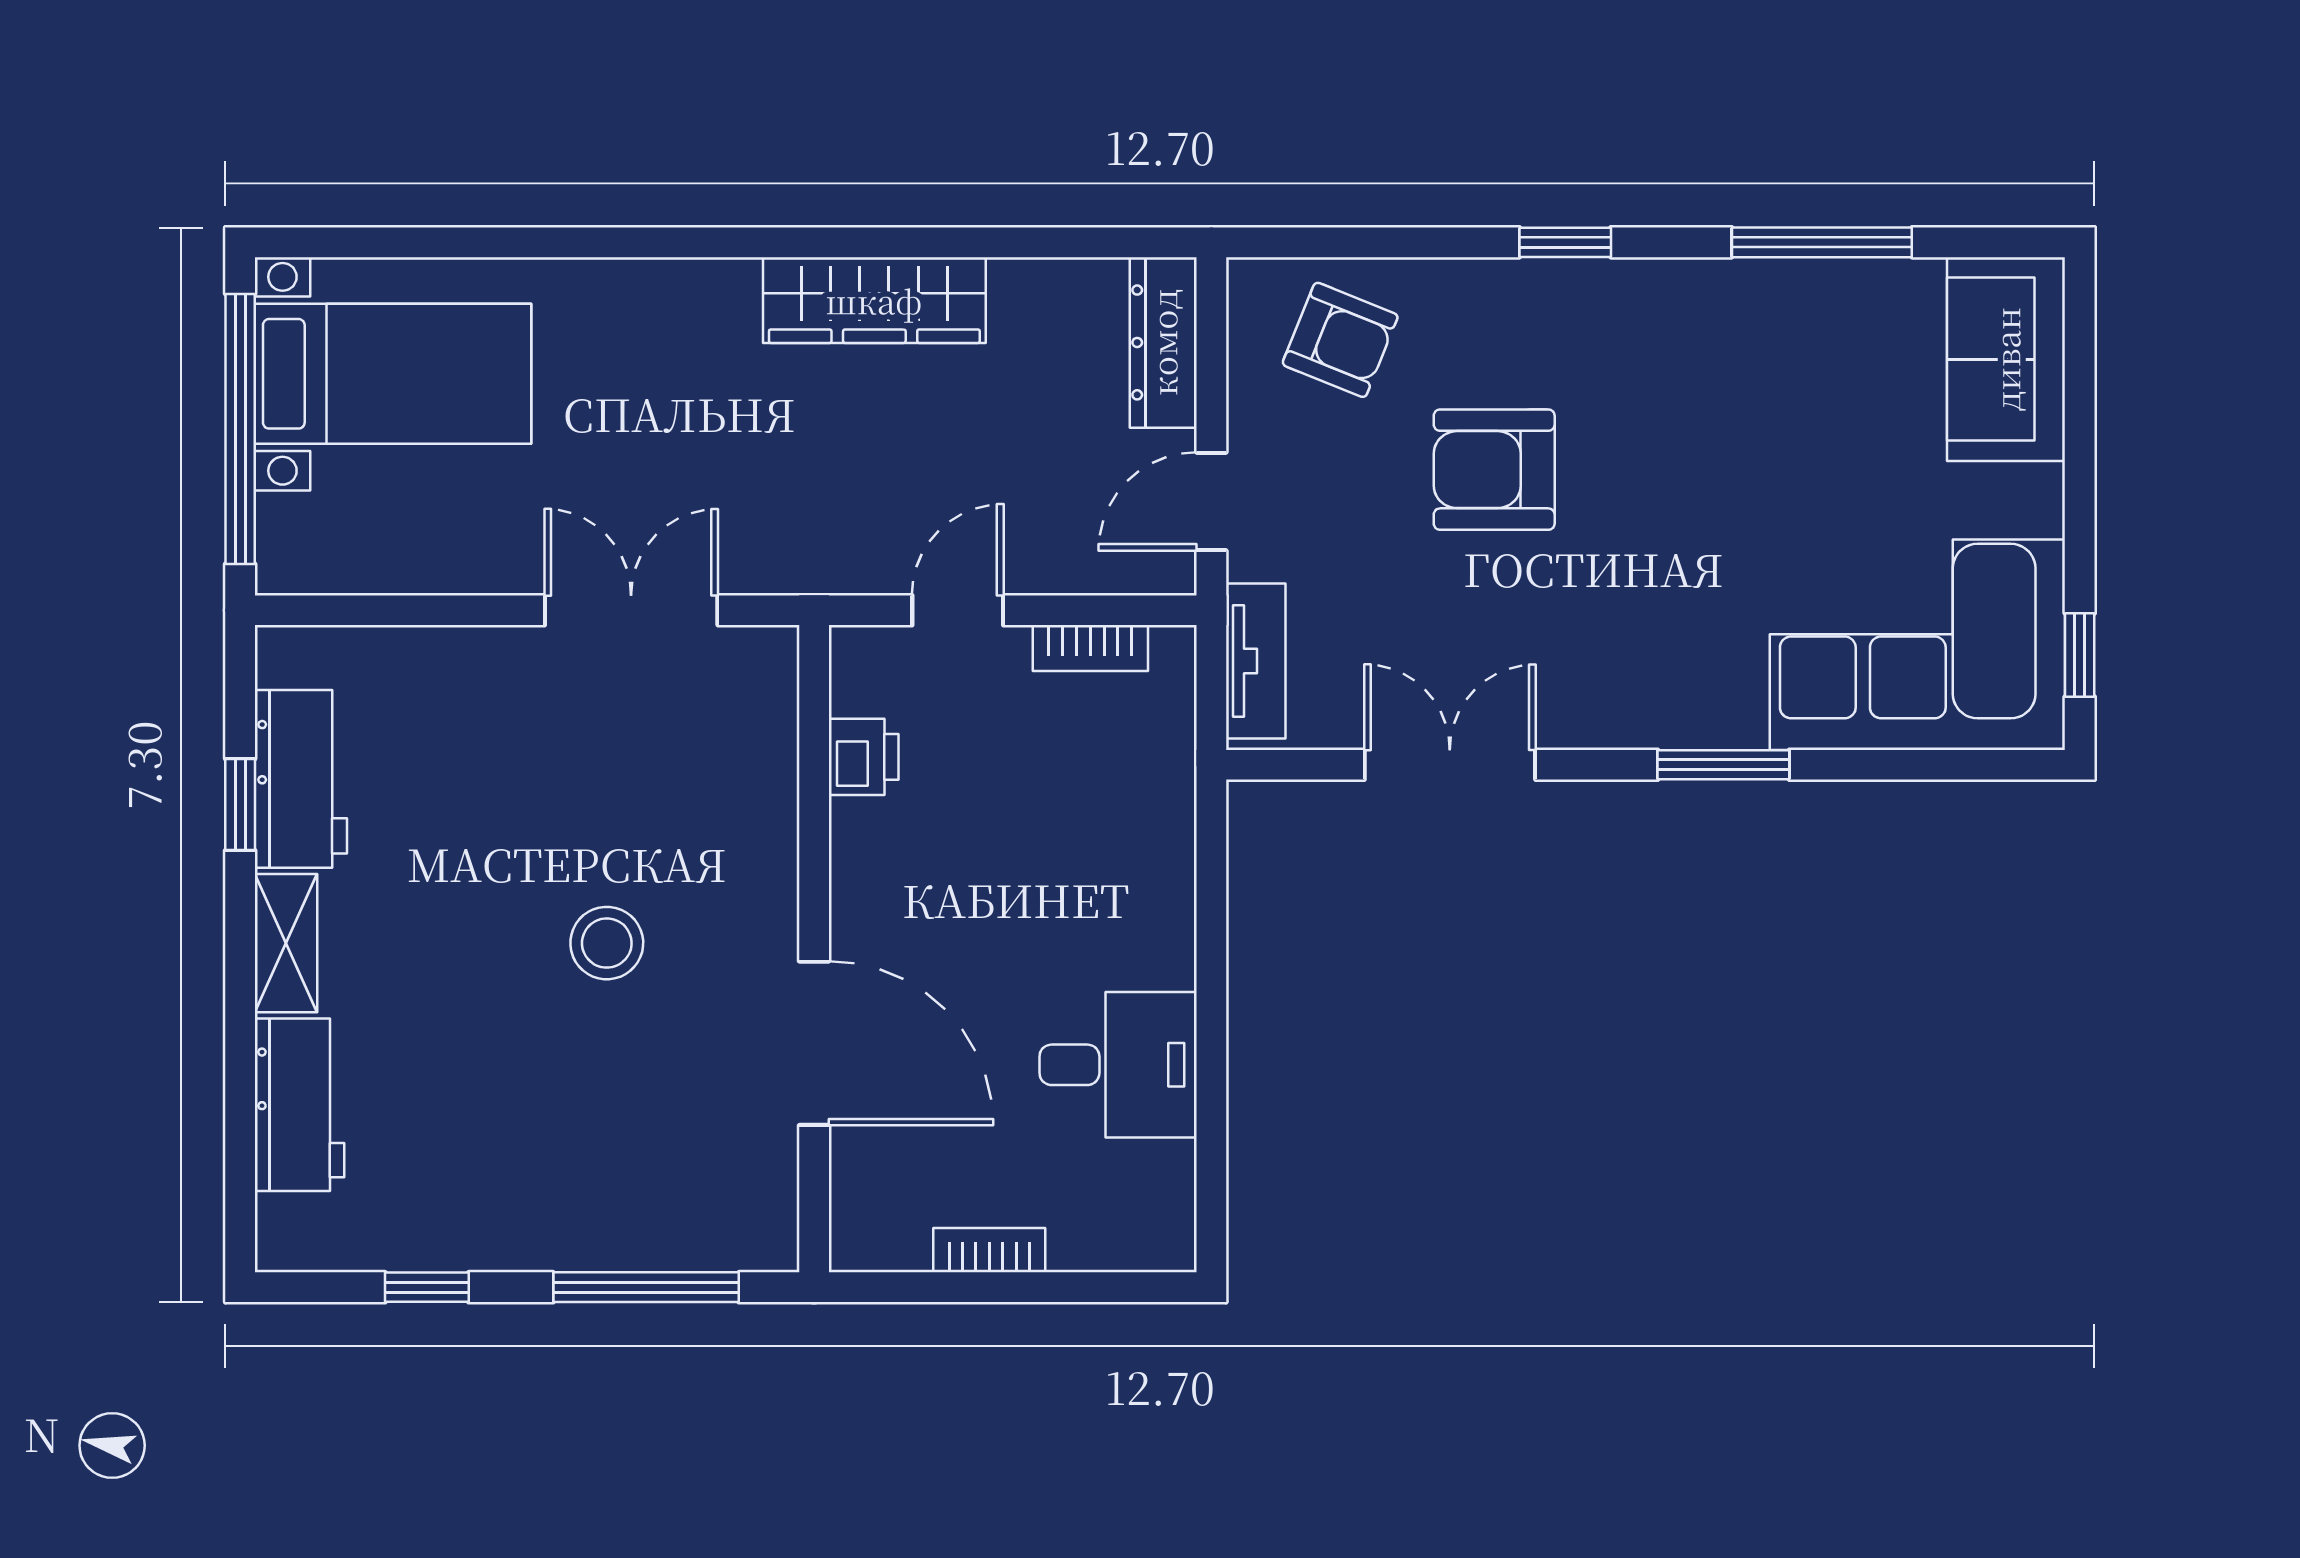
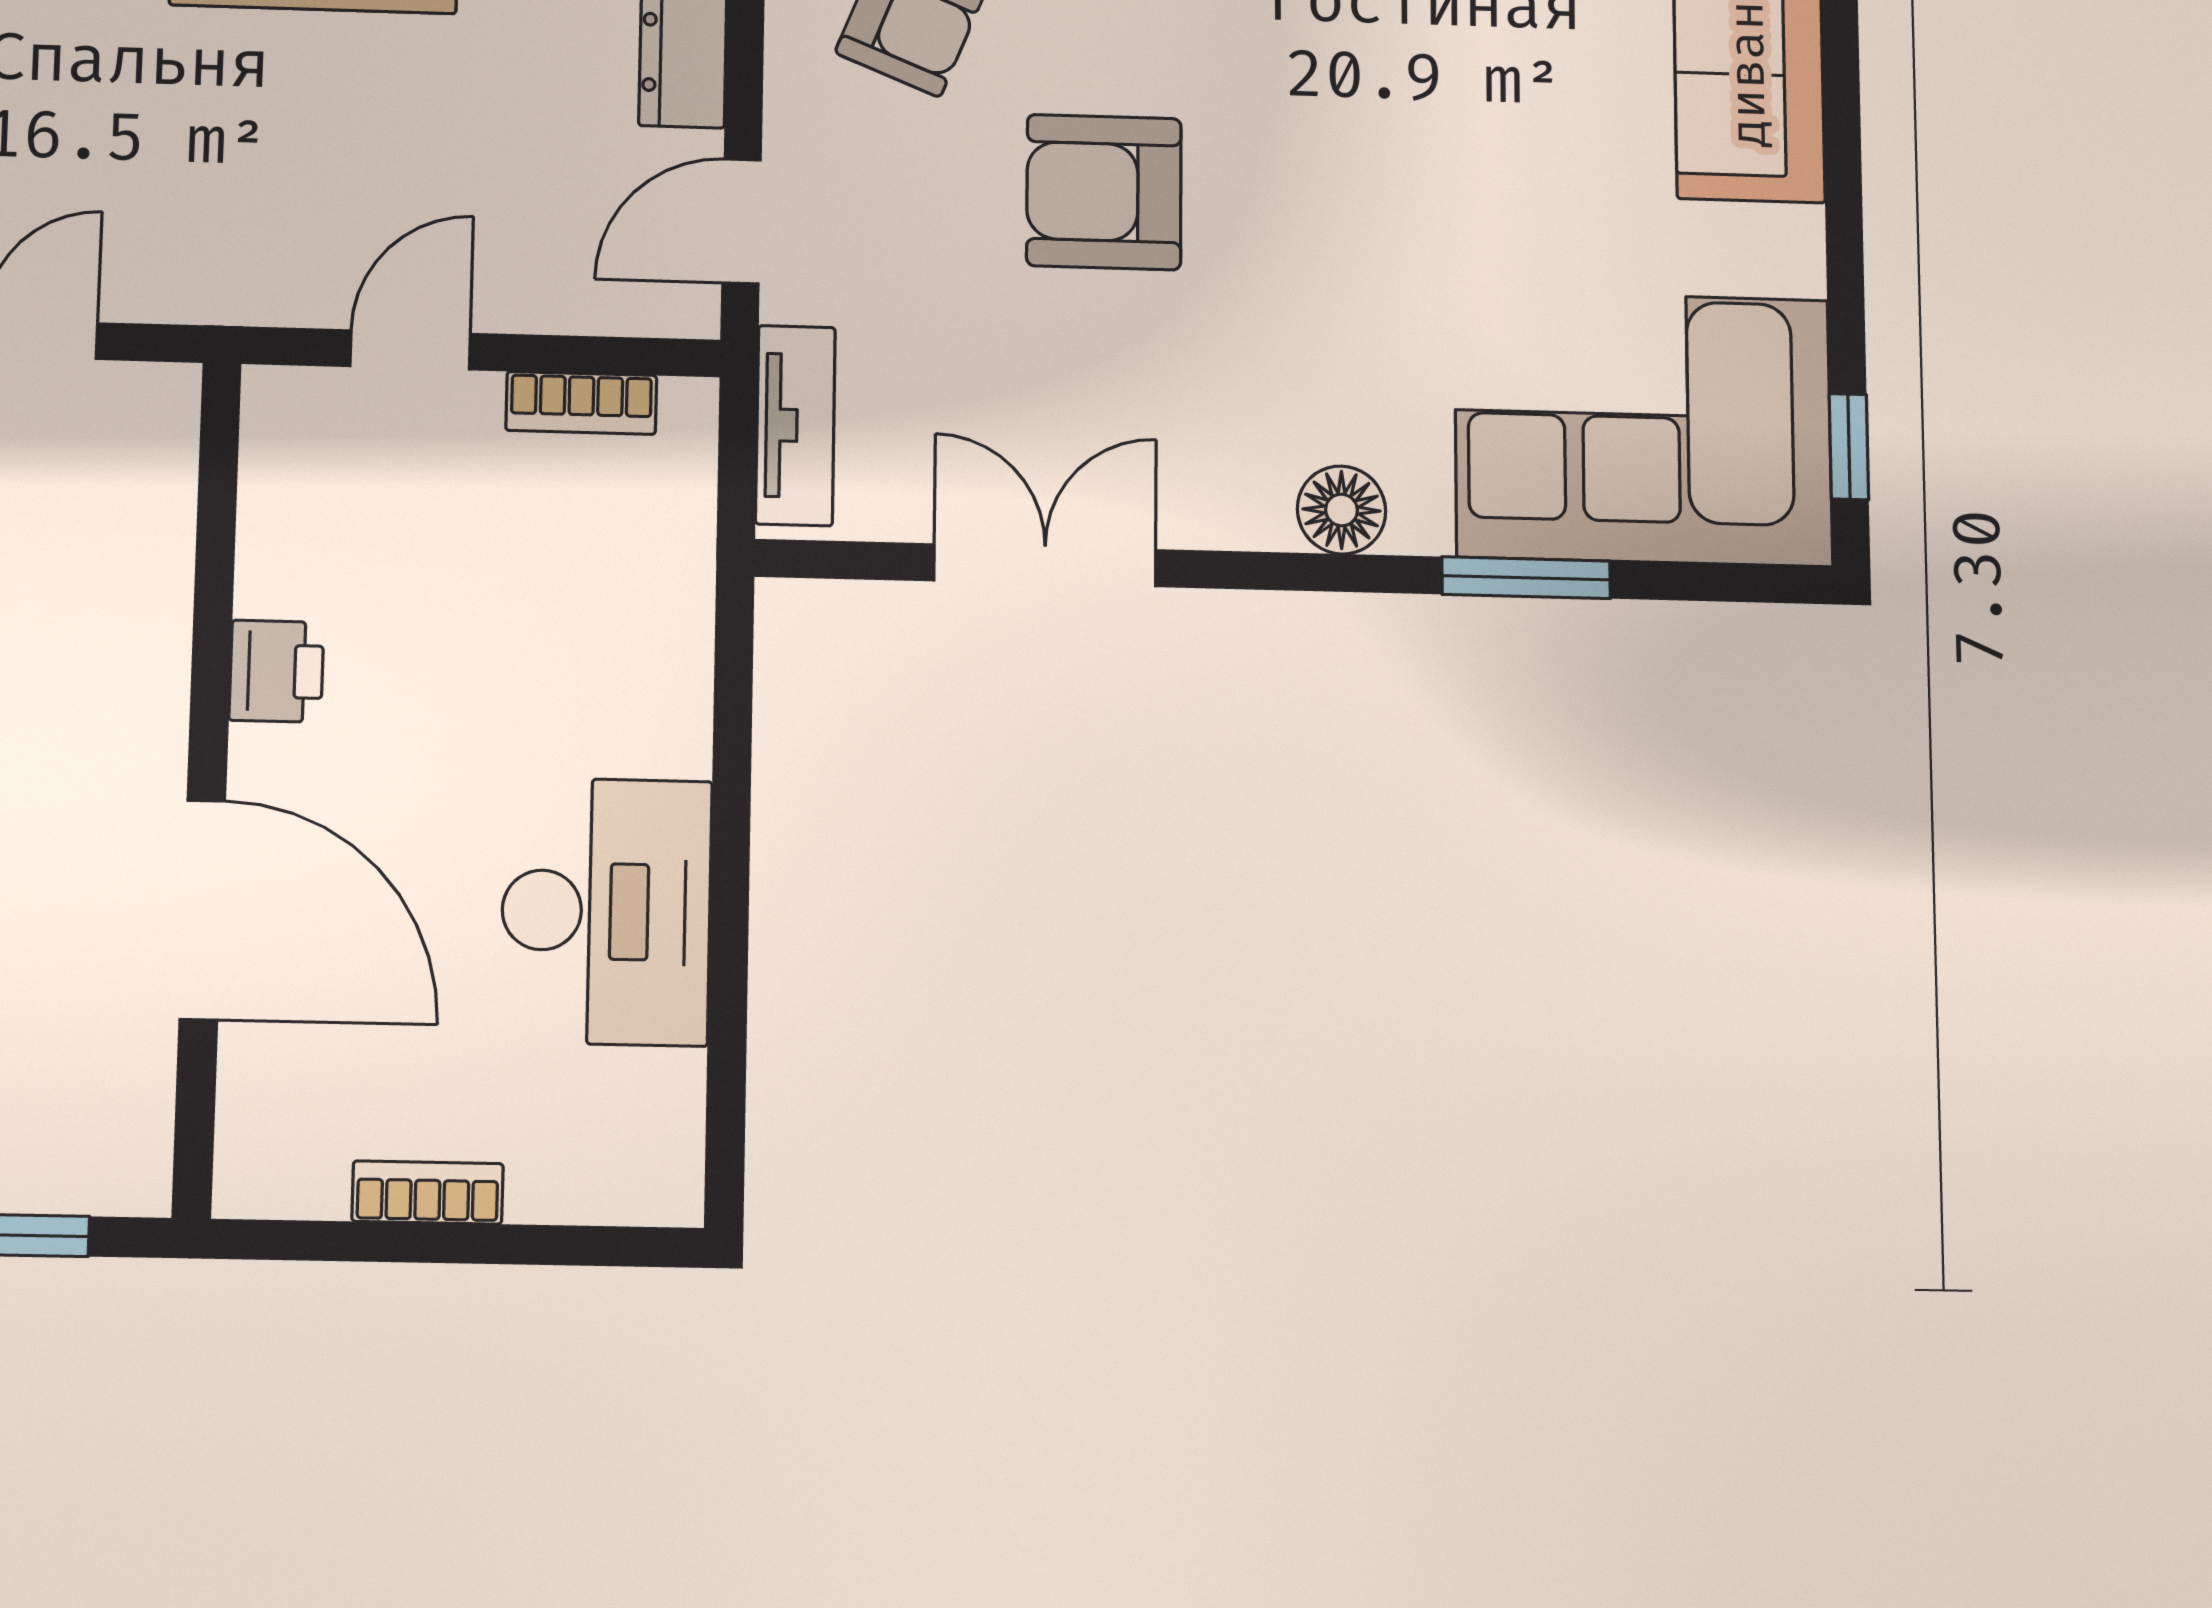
floor lamp: (1680, 716) -> (1342, 510), added
printer: (864, 757) -> (276, 671), moved
window: (1723, 765) -> (1526, 578), moved
desk: (1118, 1065) -> (606, 911), width x1.37

